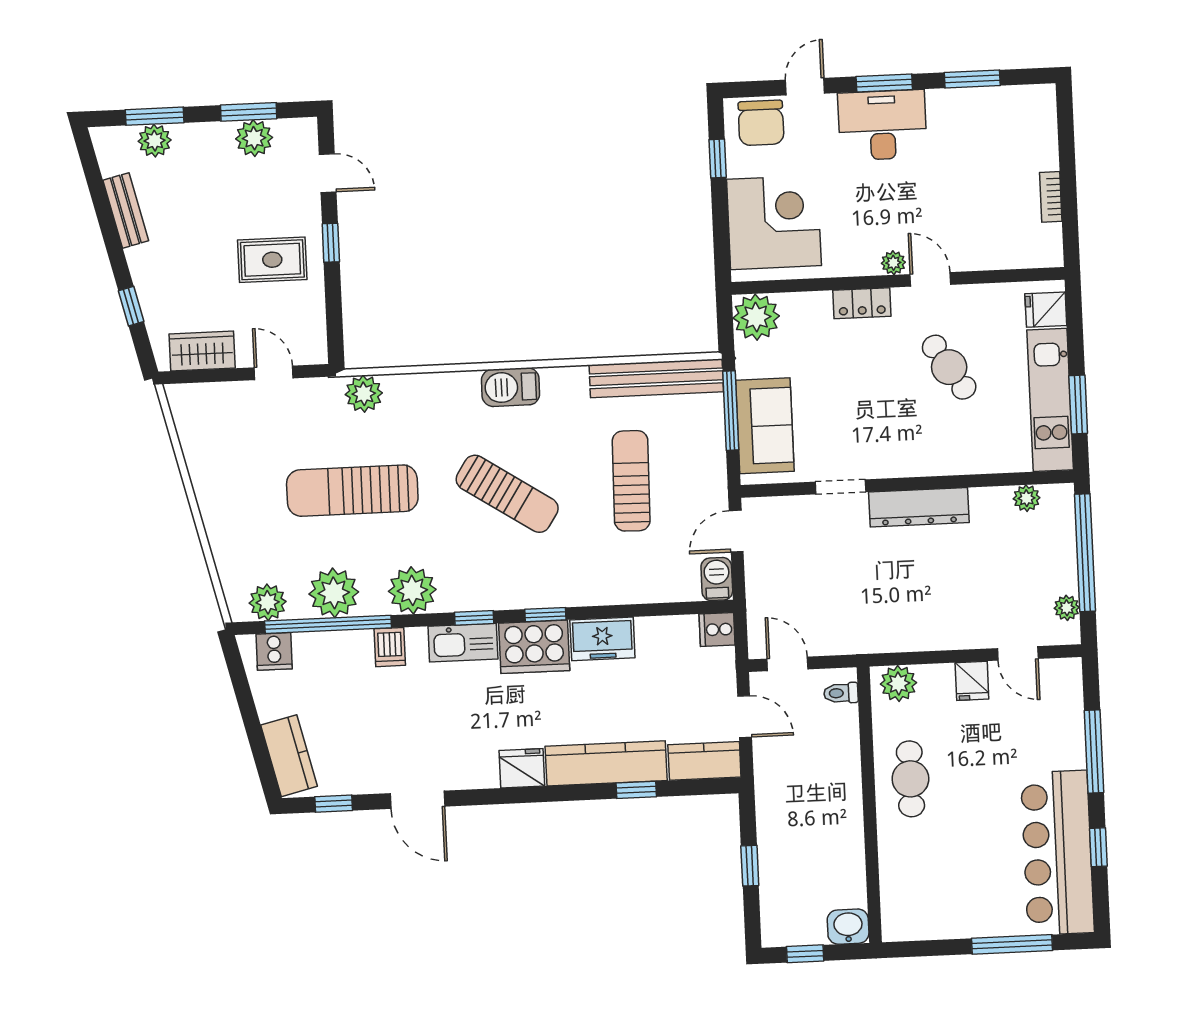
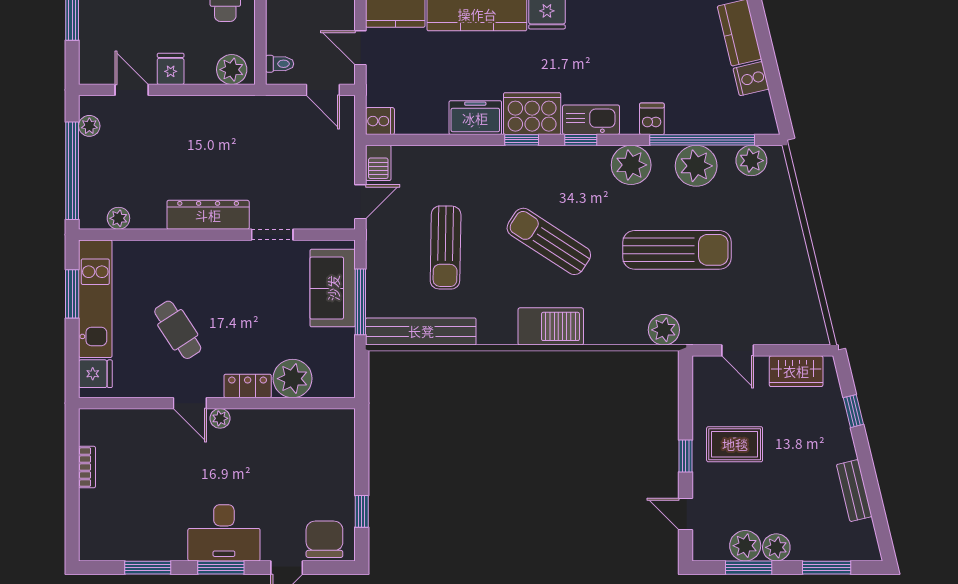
plant: (155, 141) -> (776, 547), moved
corner desk: (774, 222) -> (317, 456), removed
plant: (756, 317) -> (293, 379), moved
barbecue: (511, 387) -> (551, 326), width x1.37, depth x1.21
cooker: (274, 651) -> (751, 79), moved, turned -104

